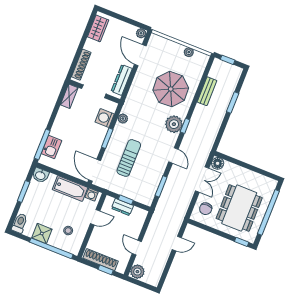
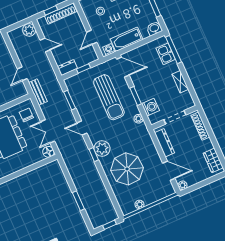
bench: (207, 91) -> (38, 92), moved
shelving: (69, 96) -> (180, 82), moved
sun lounger: (129, 158) -> (109, 97), width x1.36, depth x1.34
dresser: (122, 207) -> (67, 68), moved

